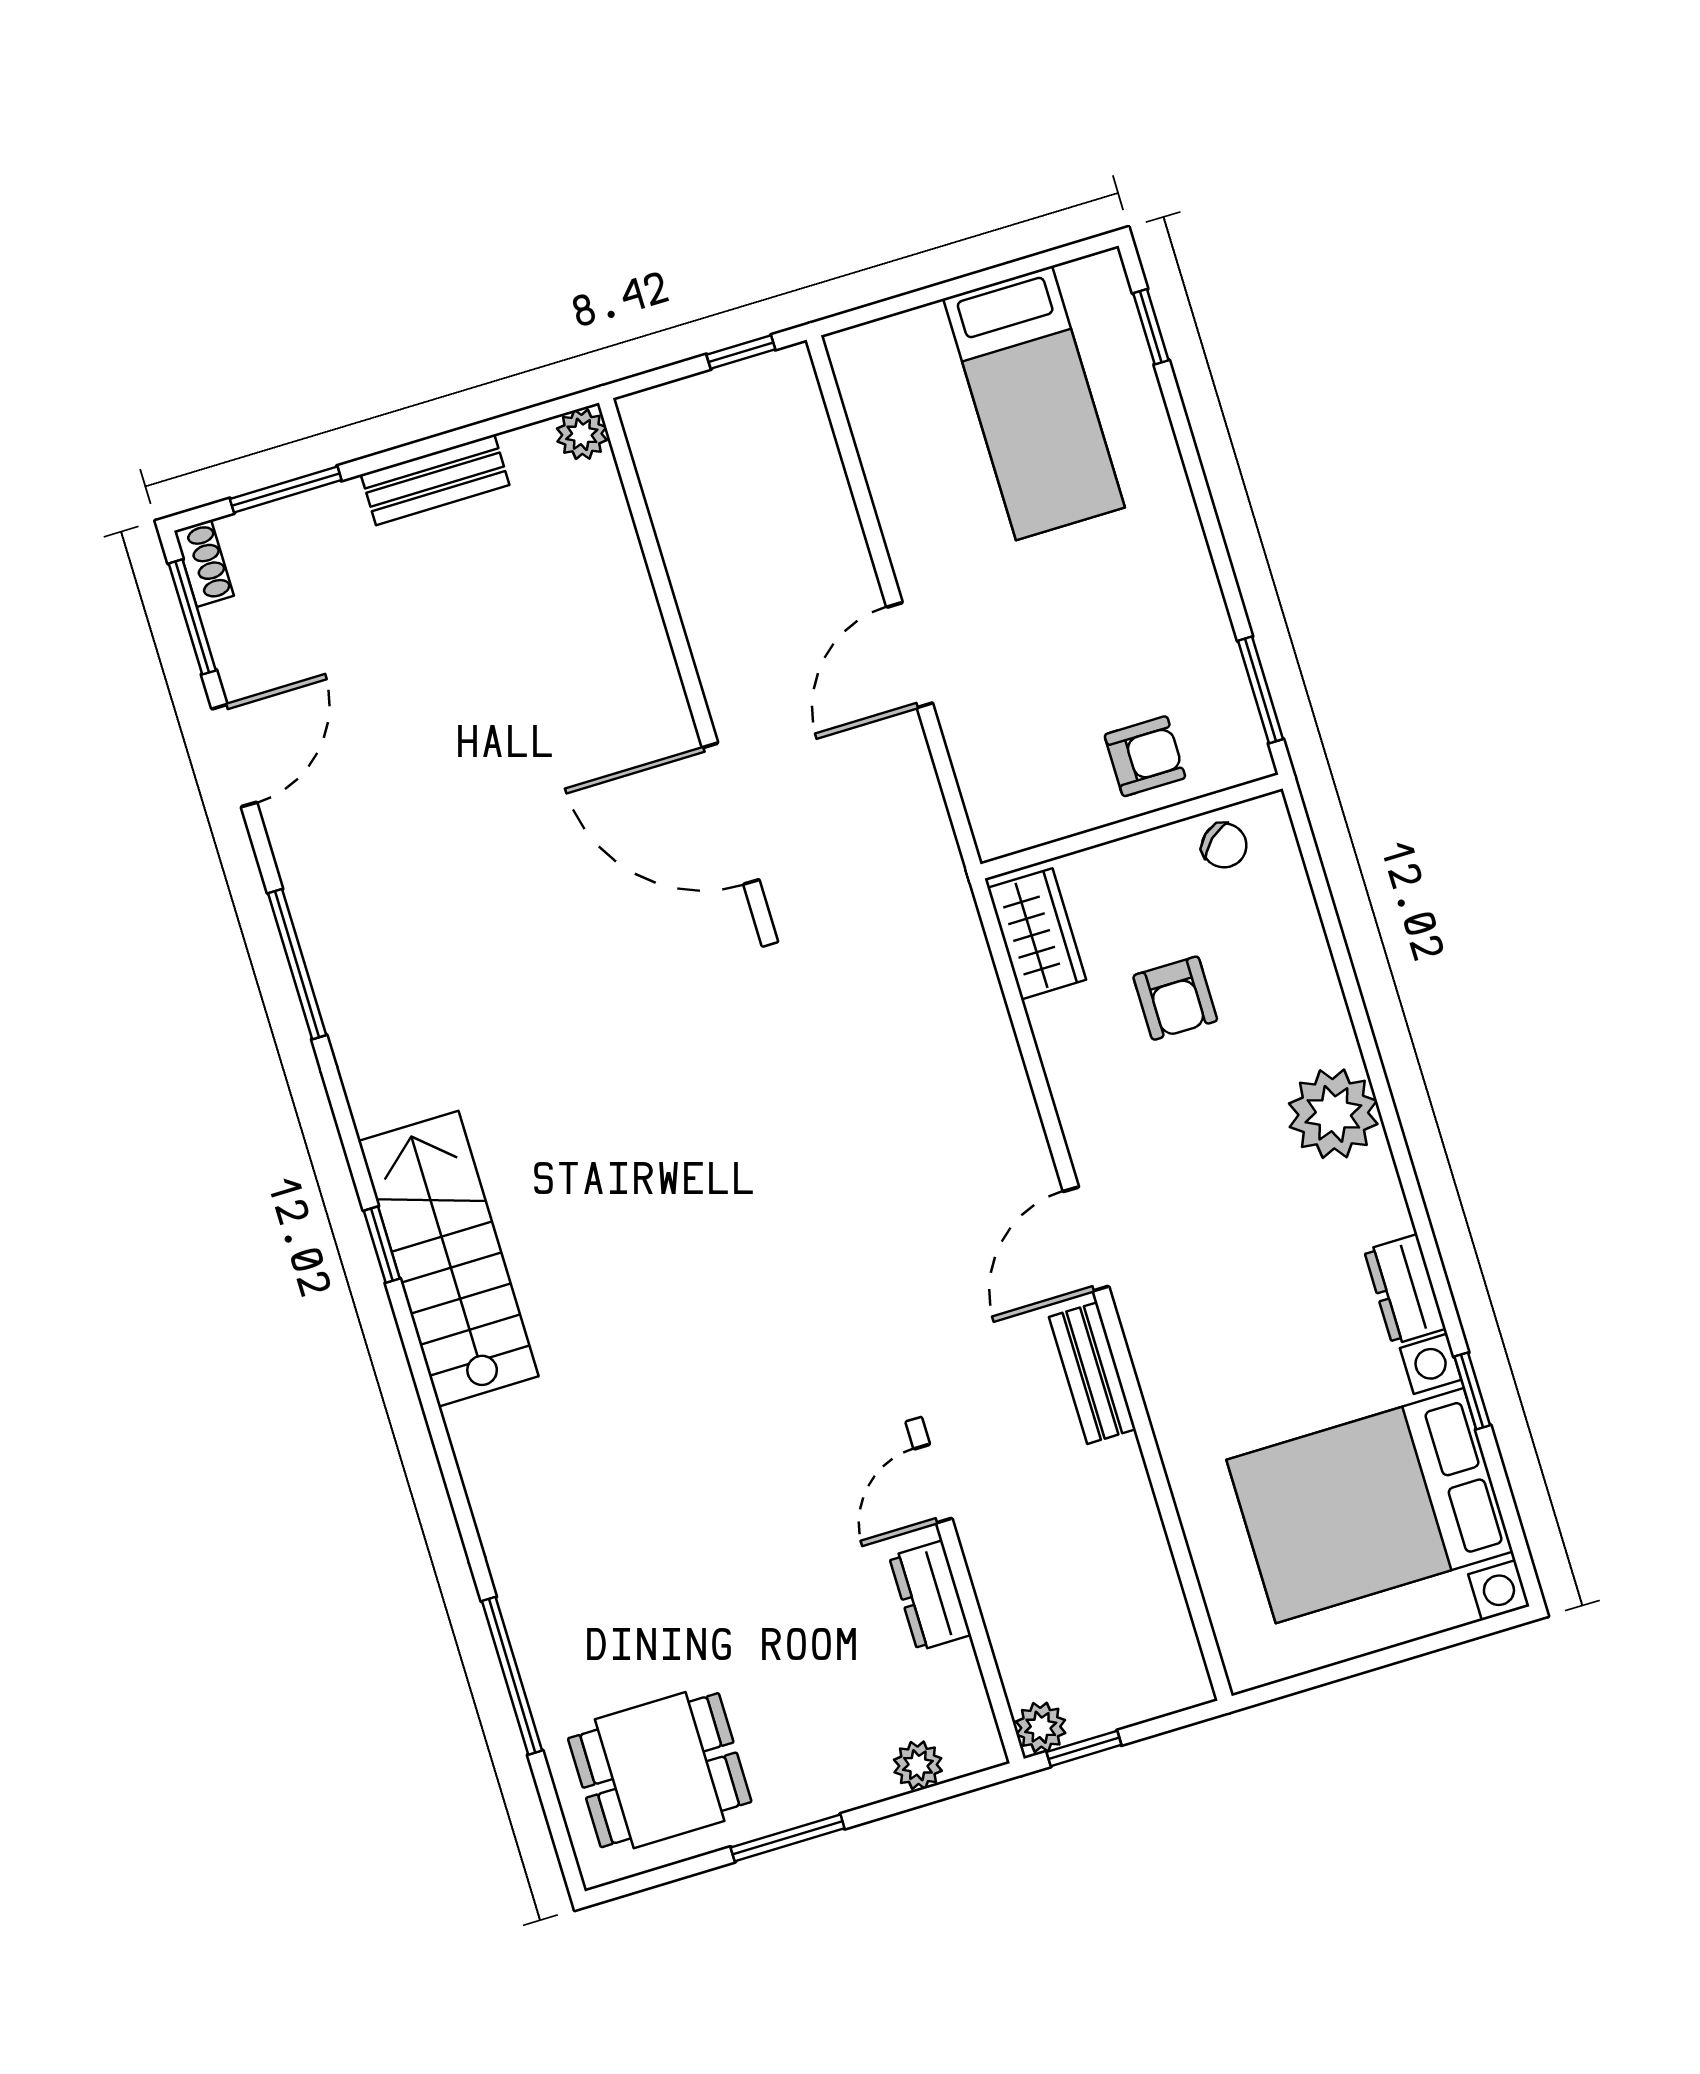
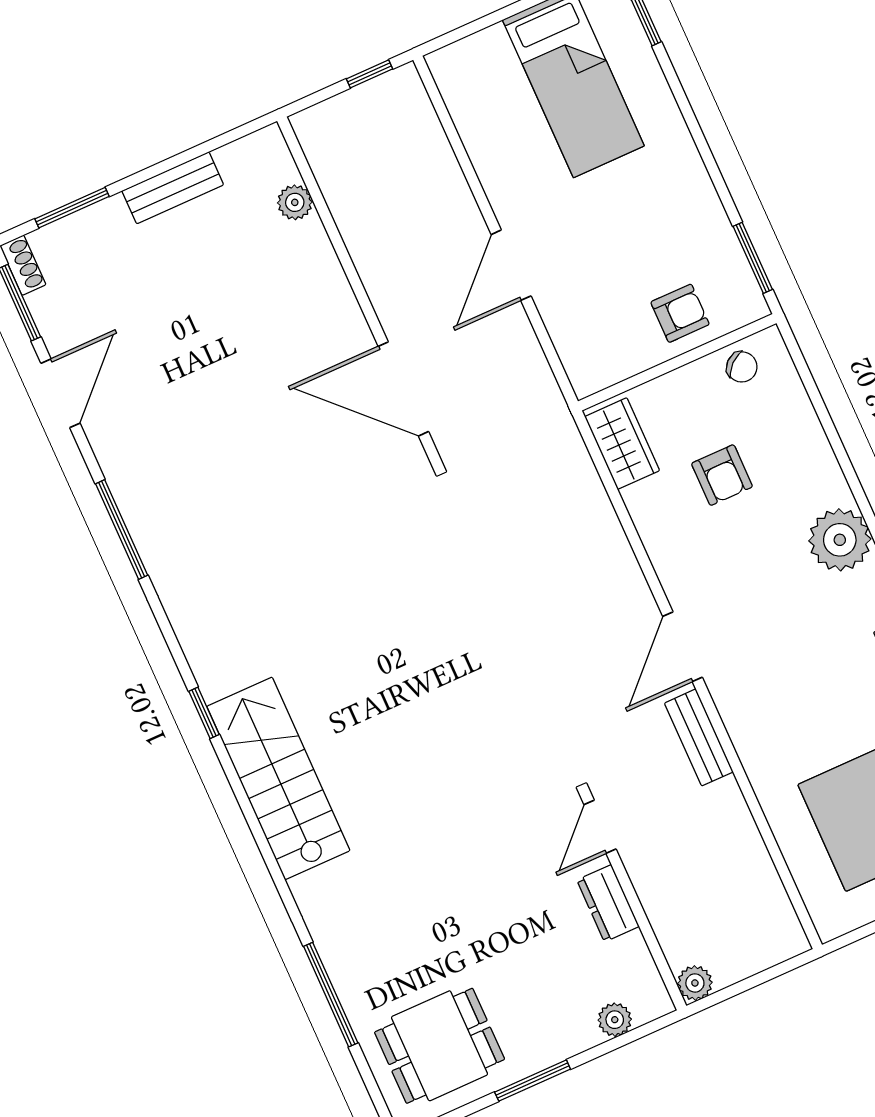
plant: (582, 434) -> (295, 202), moved
stairs: (448, 1259) -> (278, 778), moved
window: (1084, 1748) -> (726, 994), removed

